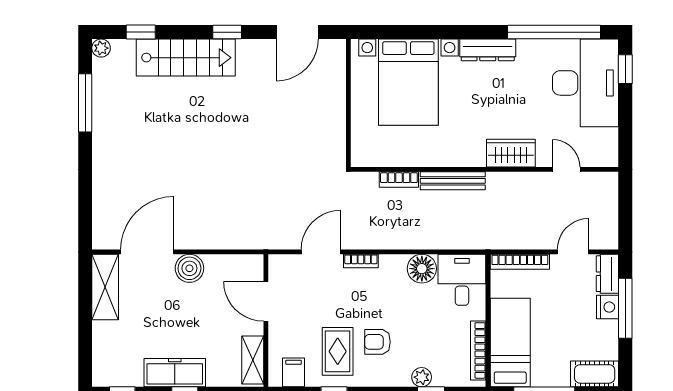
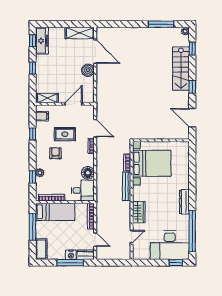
bed with nightstands: (408, 82) -> (152, 163), moved, turned 180
rug: (338, 351) -> (65, 134), moved
freezer: (175, 373) -> (42, 41), moved

